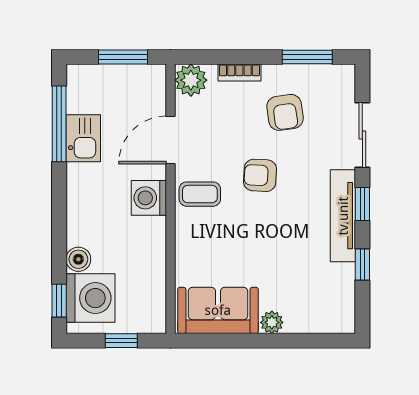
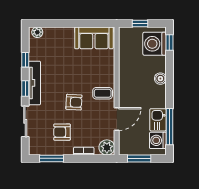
armchair: (285, 112) -> (62, 132), turned -82
washing machine: (149, 198) -> (158, 140), moved, turned 180
boiler: (78, 259) -> (160, 79), moved
plant: (272, 322) -> (37, 32), moved

